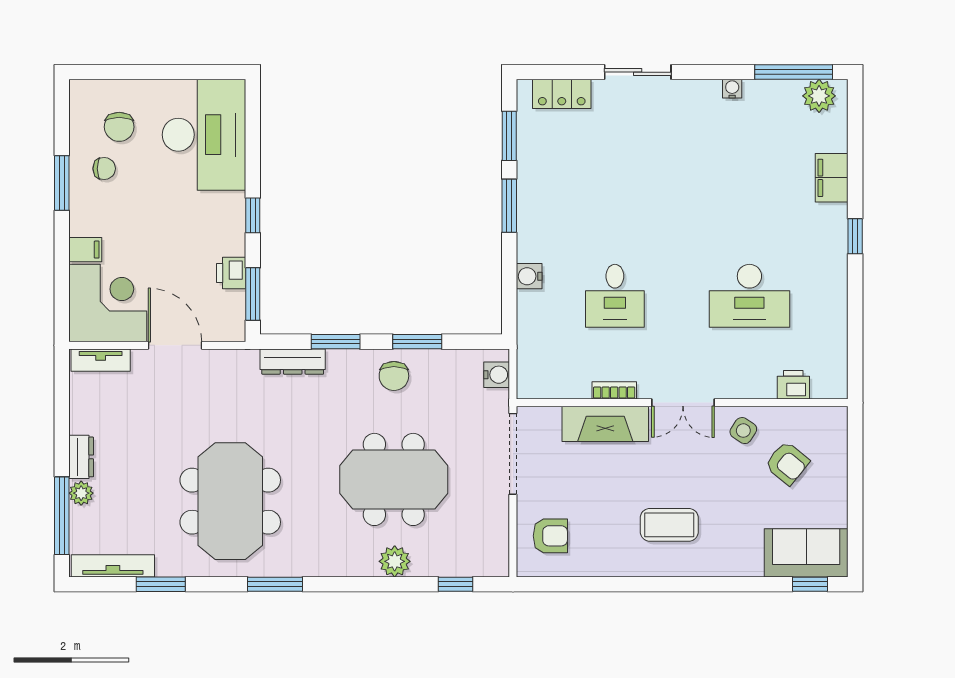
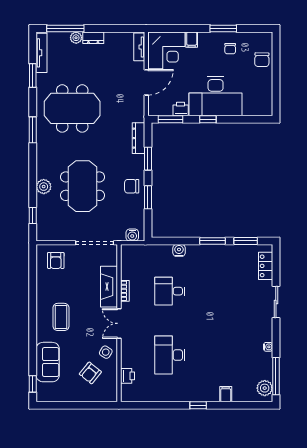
chair: (119, 127) -> (262, 60), moved, turned -89
desk: (204, 135) -> (216, 96), moved
filing cabinet: (832, 178) -> (226, 394), width x0.50
sofa: (806, 553) -> (48, 362), moved

